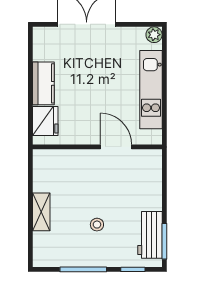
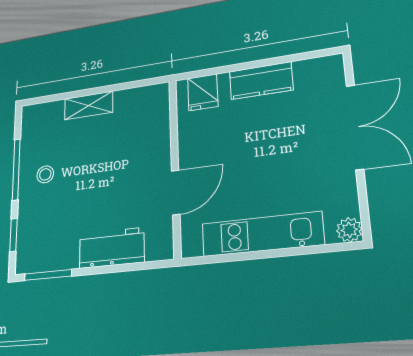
fridge: (45, 121) -> (203, 92), width x0.72
stool: (97, 225) -> (45, 174), moved
workbench: (150, 235) -> (112, 248), moved

